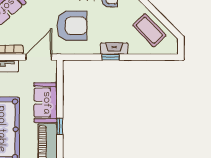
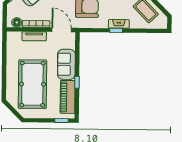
door: (39, 57) -> (62, 30), hinge flipped

